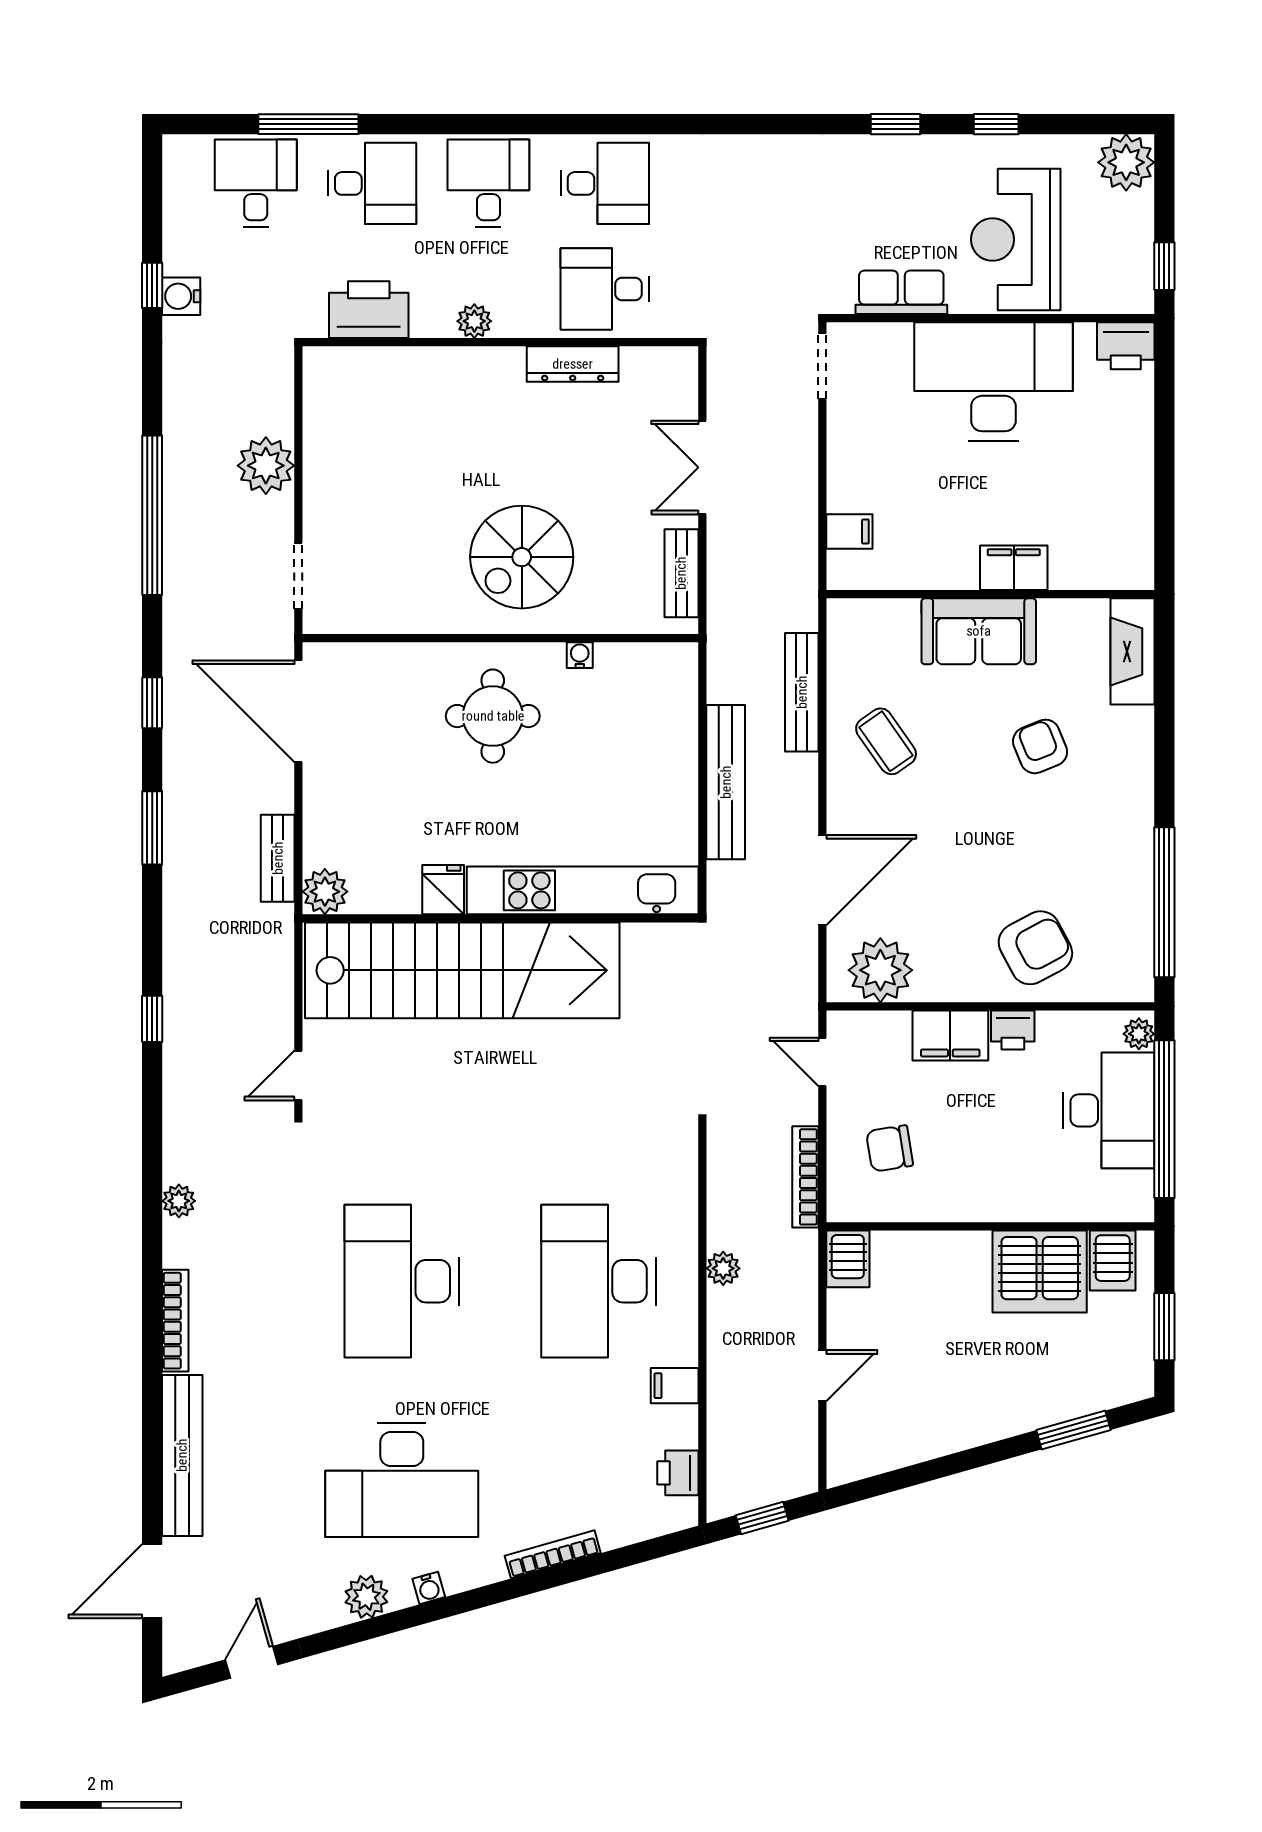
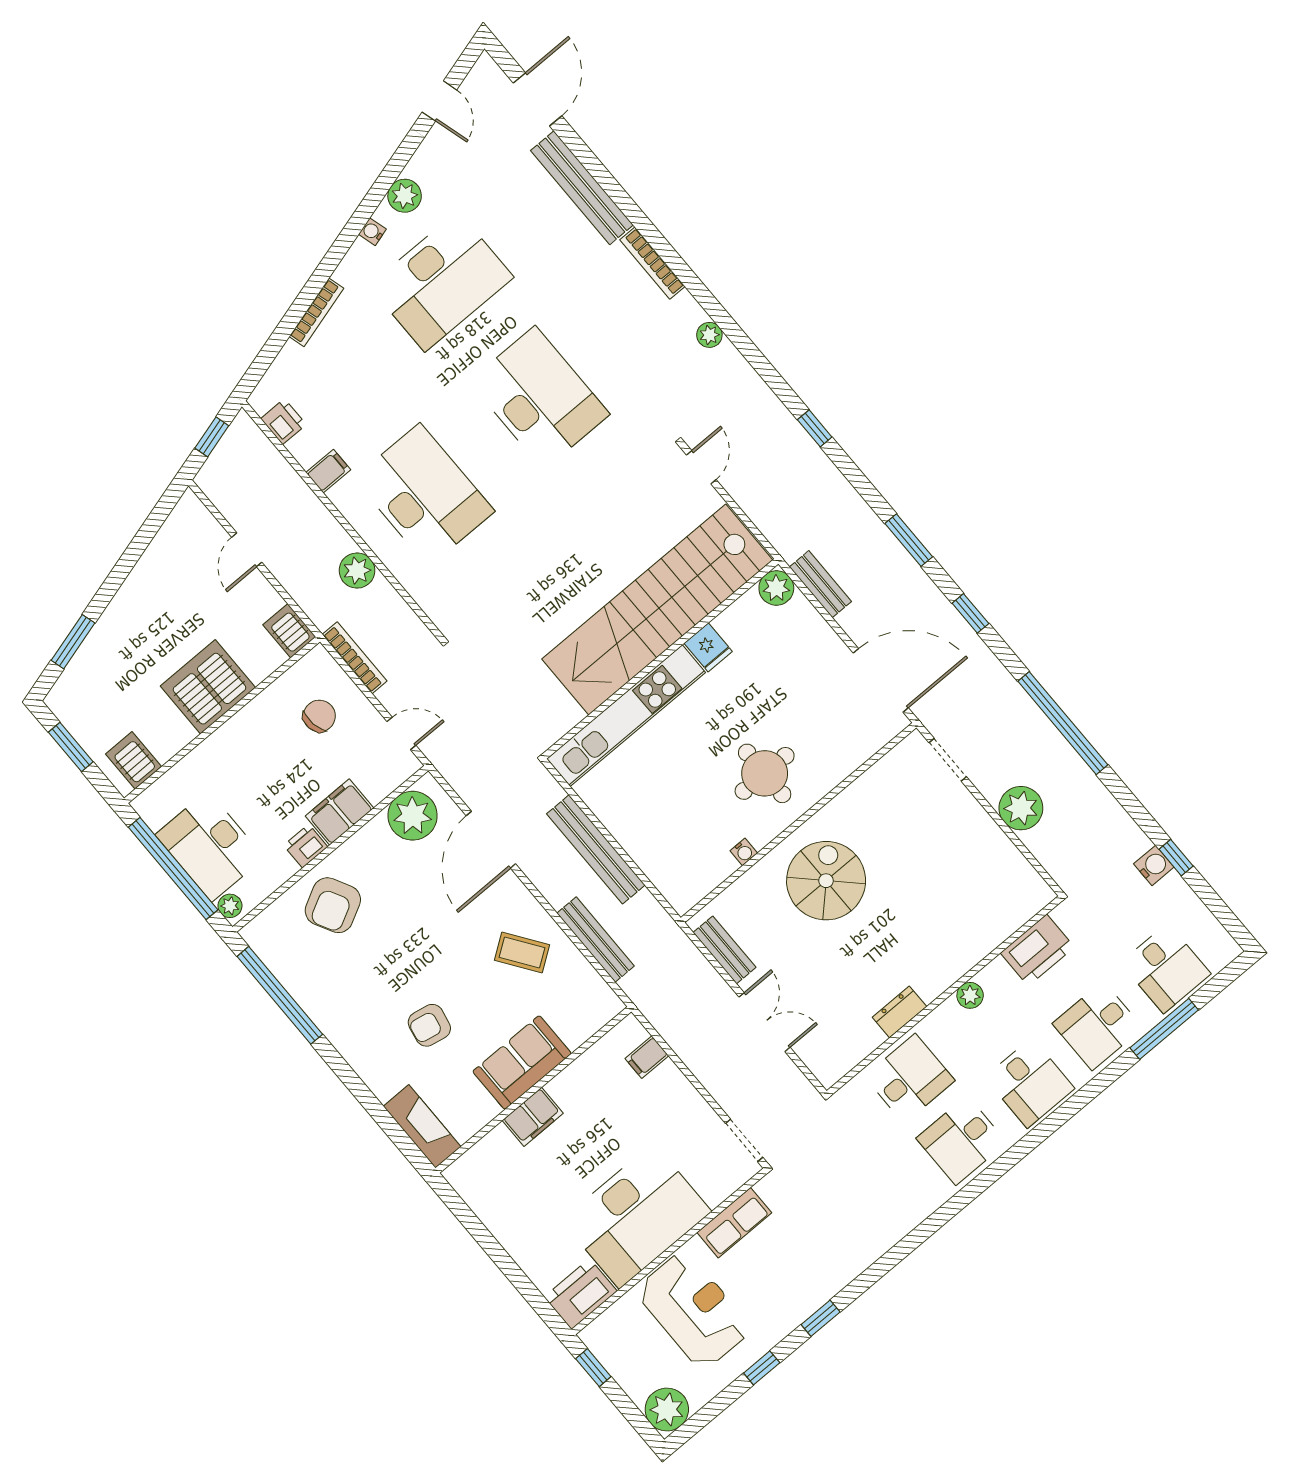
printer: (1126, 346) -> (581, 1294), width x1.37, depth x1.19
dresser: (573, 364) -> (899, 1012), width x0.70
armchair: (1040, 746) -> (429, 1025), turned 123
plant: (723, 1268) -> (357, 571), width x1.38, depth x1.38
server rack: (1040, 1271) -> (208, 687), moved
desk: (402, 1480) -> (441, 282), turned 180

